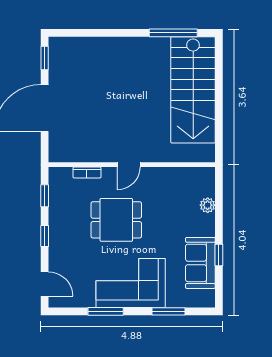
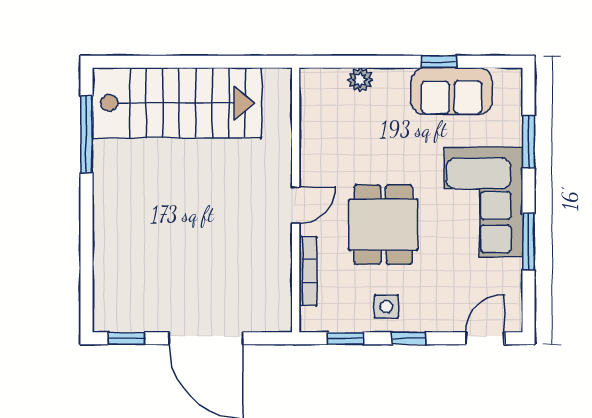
door: (129, 165) -> (296, 205), hinge flipped
bookcase: (87, 172) -> (308, 271), width x1.56
side table: (65, 222) -> (386, 307), added

